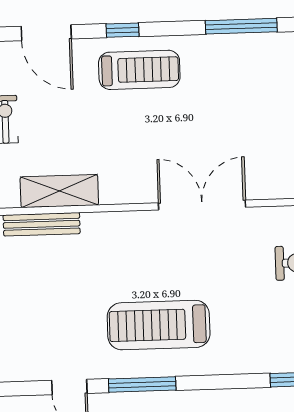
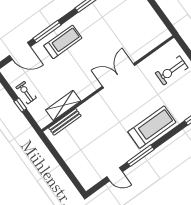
window: (123, 30) -> (47, 32), width x2.17
treadmill: (159, 325) -> (152, 127), moved, turned 180

